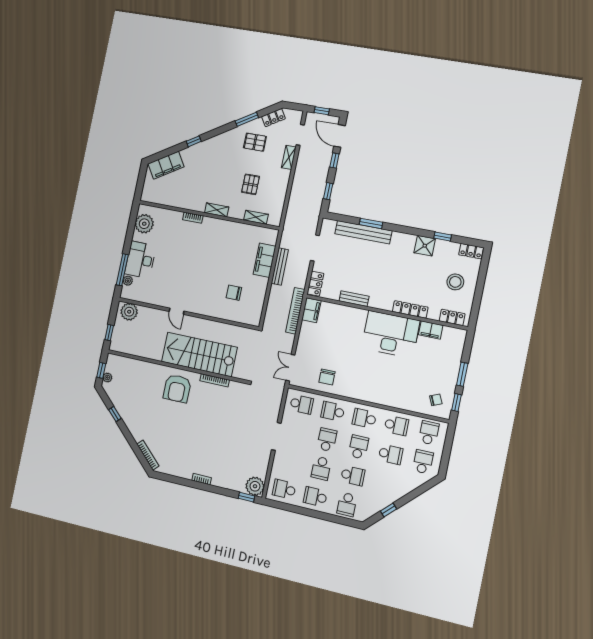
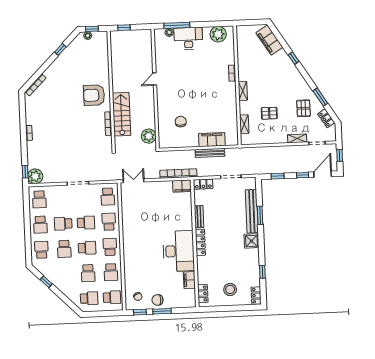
shower: (425, 246) -> (251, 241), moved
locker: (410, 309) -> (200, 242), moved
plant: (129, 312) -> (149, 136), moved
stairs: (199, 354) -> (121, 114), width x0.73, depth x0.66
chair: (327, 377) -> (158, 300), moved
school desk: (284, 489) -> (39, 199), turned 180
school desk: (315, 497) -> (40, 225), turned 180
school desk: (347, 504) -> (41, 250), turned 90

